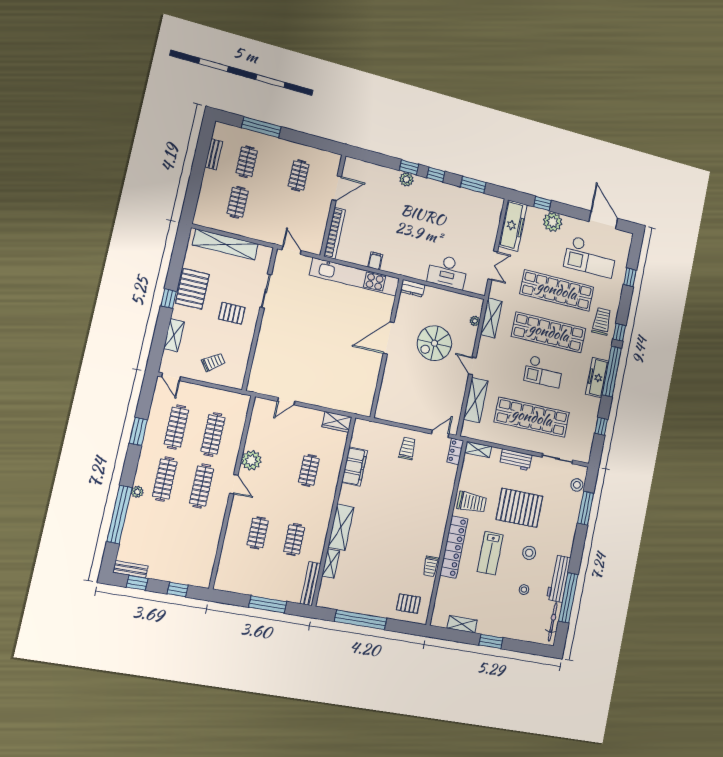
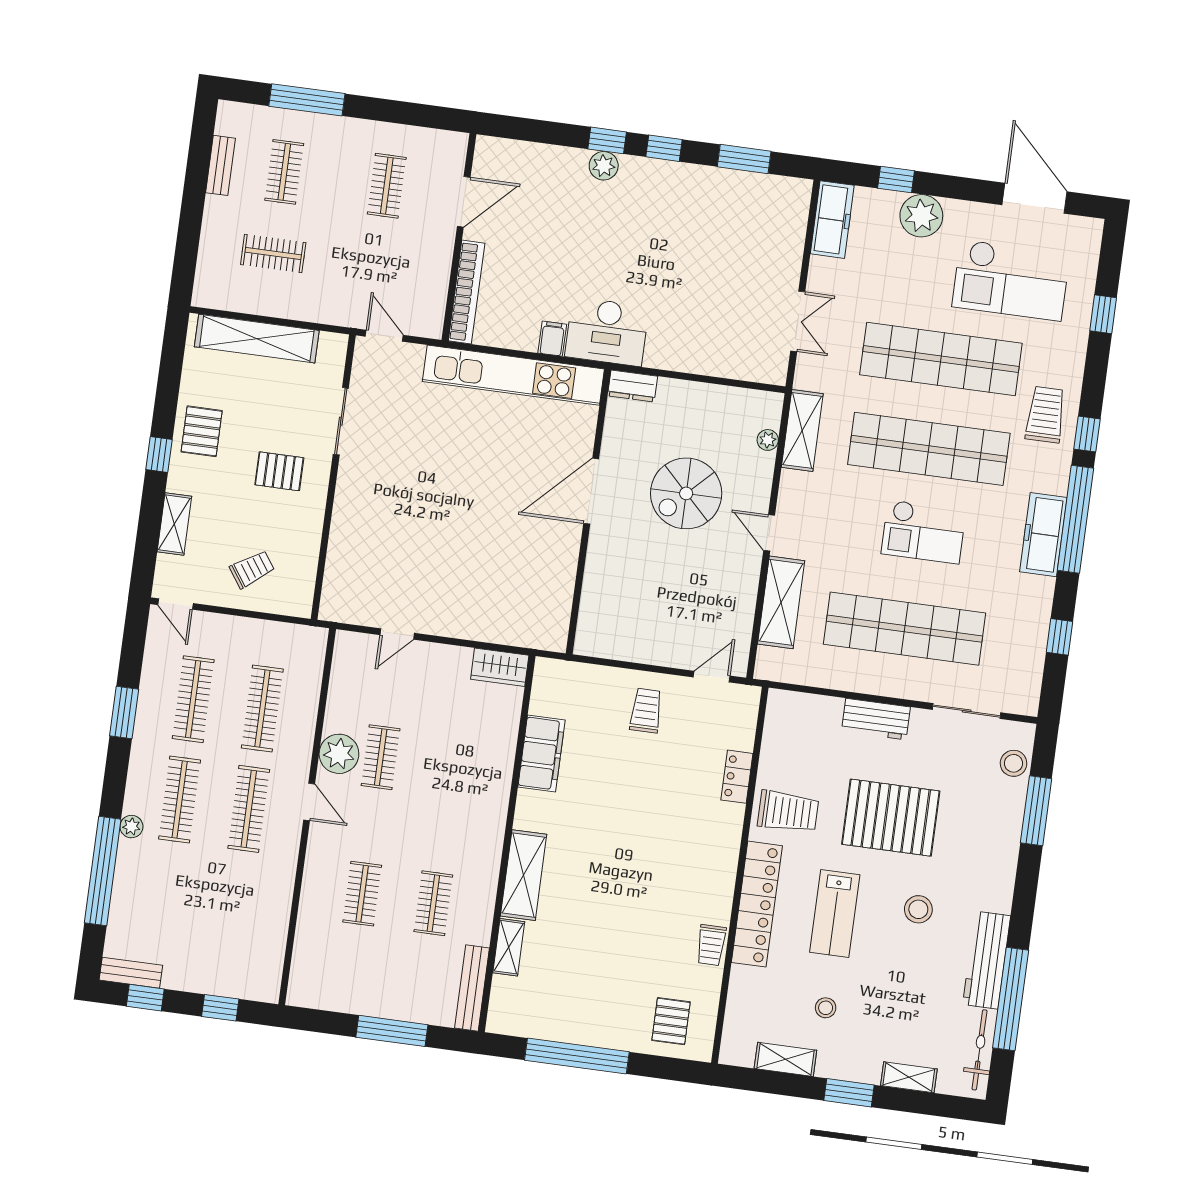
clothes rail: (238, 202) -> (273, 254), turned 90
freezer: (513, 226) -> (832, 220), width x0.73, depth x0.79
desk: (448, 272) -> (607, 332), moved
pallet: (192, 289) -> (202, 431), width x0.67, depth x0.71
shelving: (478, 450) -> (909, 1077), moved
locker: (455, 451) -> (737, 777), moved
clothes rail: (309, 470) -> (381, 757), moved
stool: (524, 590) -> (826, 1008), moved
pallet: (408, 604) -> (671, 1021), turned 90

